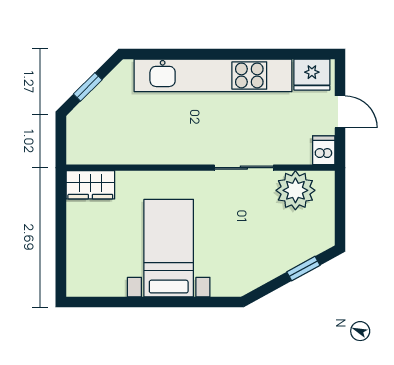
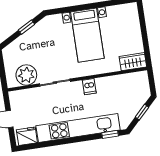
window: (155, 54) -> (110, 134), added
dishwasher: (324, 150) -> (89, 87), moved
window: (303, 269) -> (26, 27), moved

